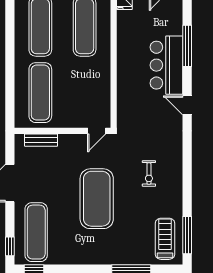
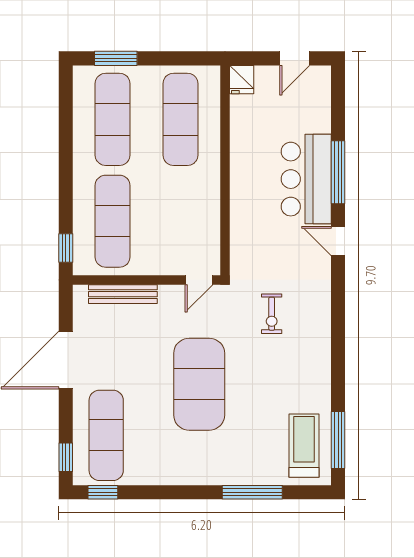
window: (187, 46) -> (338, 172), moved
window: (10, 110) -> (66, 248), added
bench: (41, 140) -> (123, 294), width x1.36
exercise bike: (149, 173) -> (272, 314), moved

